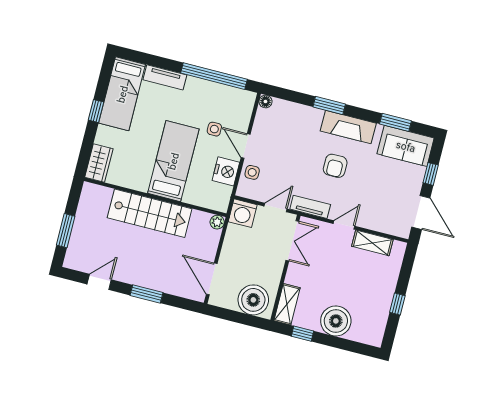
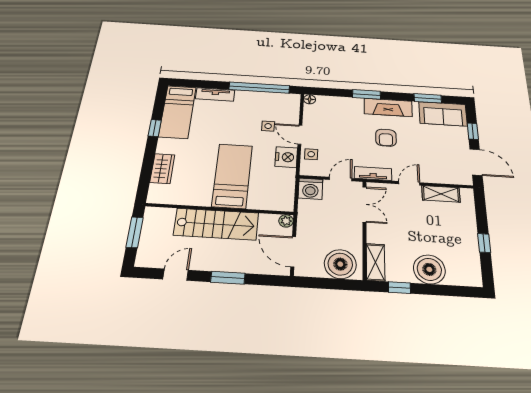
bed: (173, 161) -> (232, 176), moved
wall: (155, 197) -> (220, 209), moved
stairs: (150, 213) -> (216, 224), moved
plant: (217, 222) -> (286, 221), moved

